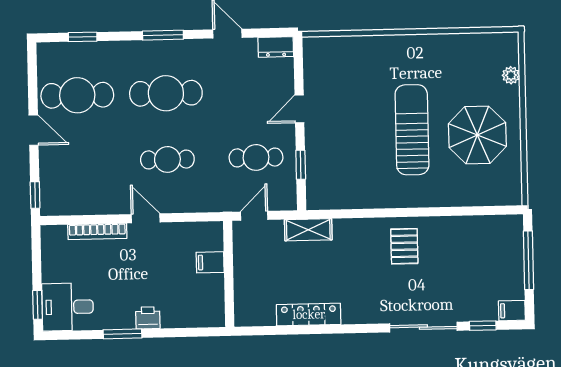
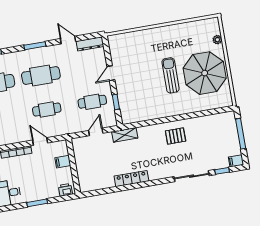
dresser: (276, 47) -> (90, 44), width x1.44
sun lounger: (412, 130) -> (171, 75), width x0.73, depth x0.75
parasol: (477, 135) -> (205, 73), width x1.36, depth x1.36
pallet: (404, 246) -> (176, 136), turned 90
filing cabinet: (210, 262) -> (63, 162), moved
wall: (229, 274) -> (73, 166), moved
printer: (148, 318) -> (65, 190), moved

